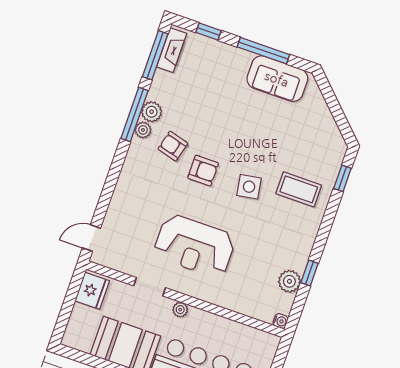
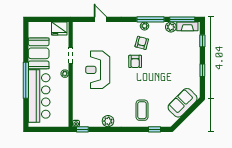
window: (263, 51) -> (202, 70), width x0.46
sofa: (277, 79) -> (183, 103), moved, turned 45
plant: (152, 112) -> (171, 27), moved
side table: (249, 187) -> (135, 86), removed
door: (91, 238) -> (100, 19), moved
window: (310, 273) -> (82, 129), moved
plant: (289, 281) -> (108, 121), moved

